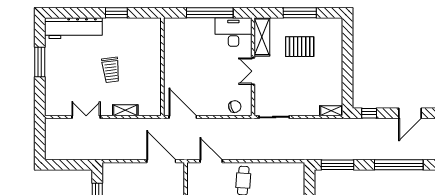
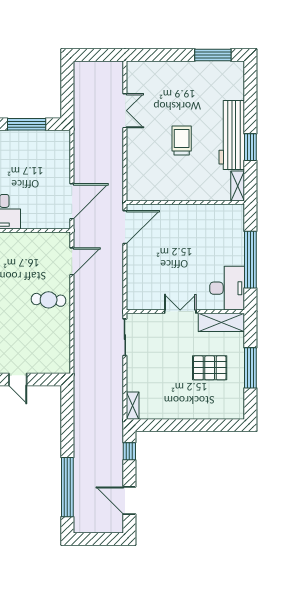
workbench: (73, 28) -> (232, 135), moved
pallet: (300, 47) -> (210, 368), turned 90
window: (40, 62) -> (213, 55), moved
trolley: (111, 70) -> (182, 141), turned 97
chair: (235, 107) -> (138, 290), removed
shelving: (125, 110) -> (238, 186), moved
window: (337, 165) -> (67, 413), removed

